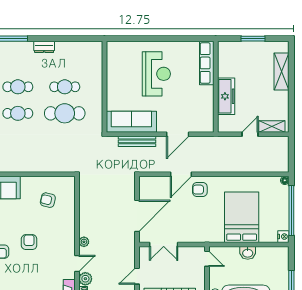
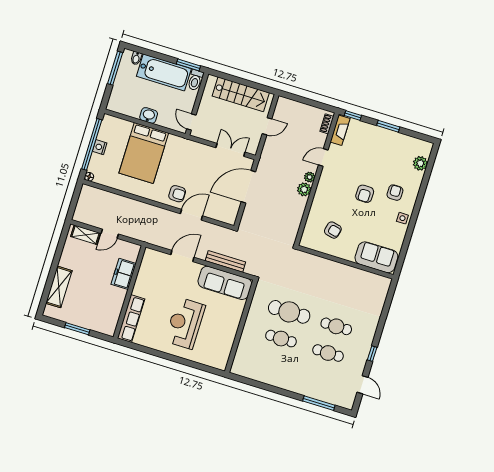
dresser: (44, 47) -> (289, 385), removed
freezer: (226, 96) -> (124, 274), width x0.71
nightstand: (283, 237) -> (100, 147), moved
plant: (85, 279) -> (304, 189), moved

